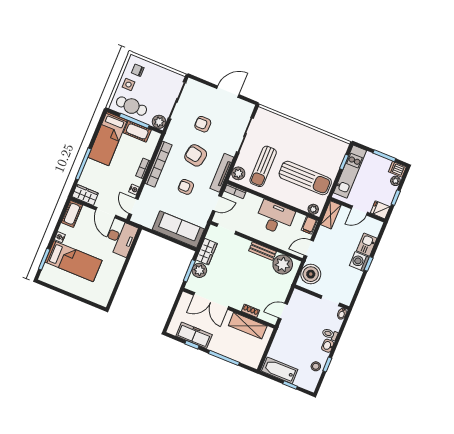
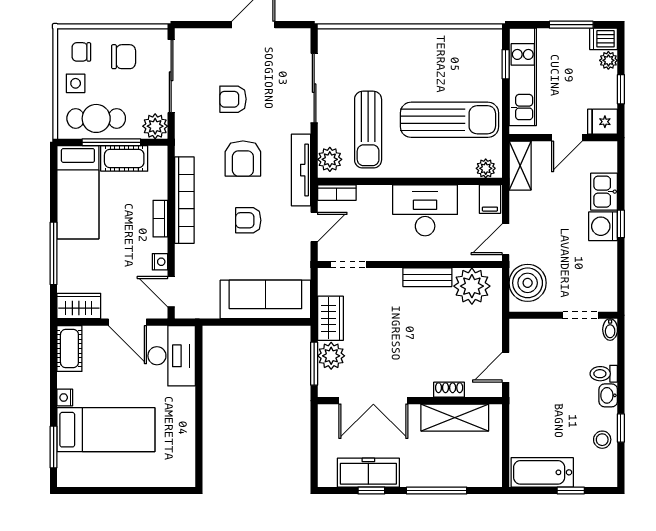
chair: (157, 81) -> (124, 57), added
armchair: (196, 155) -> (243, 159), turned -100

